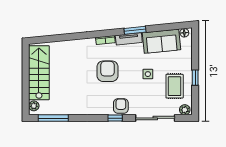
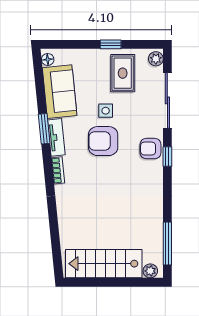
armchair: (107, 71) -> (103, 141), moved
rug: (175, 86) -> (123, 73), turned 90

